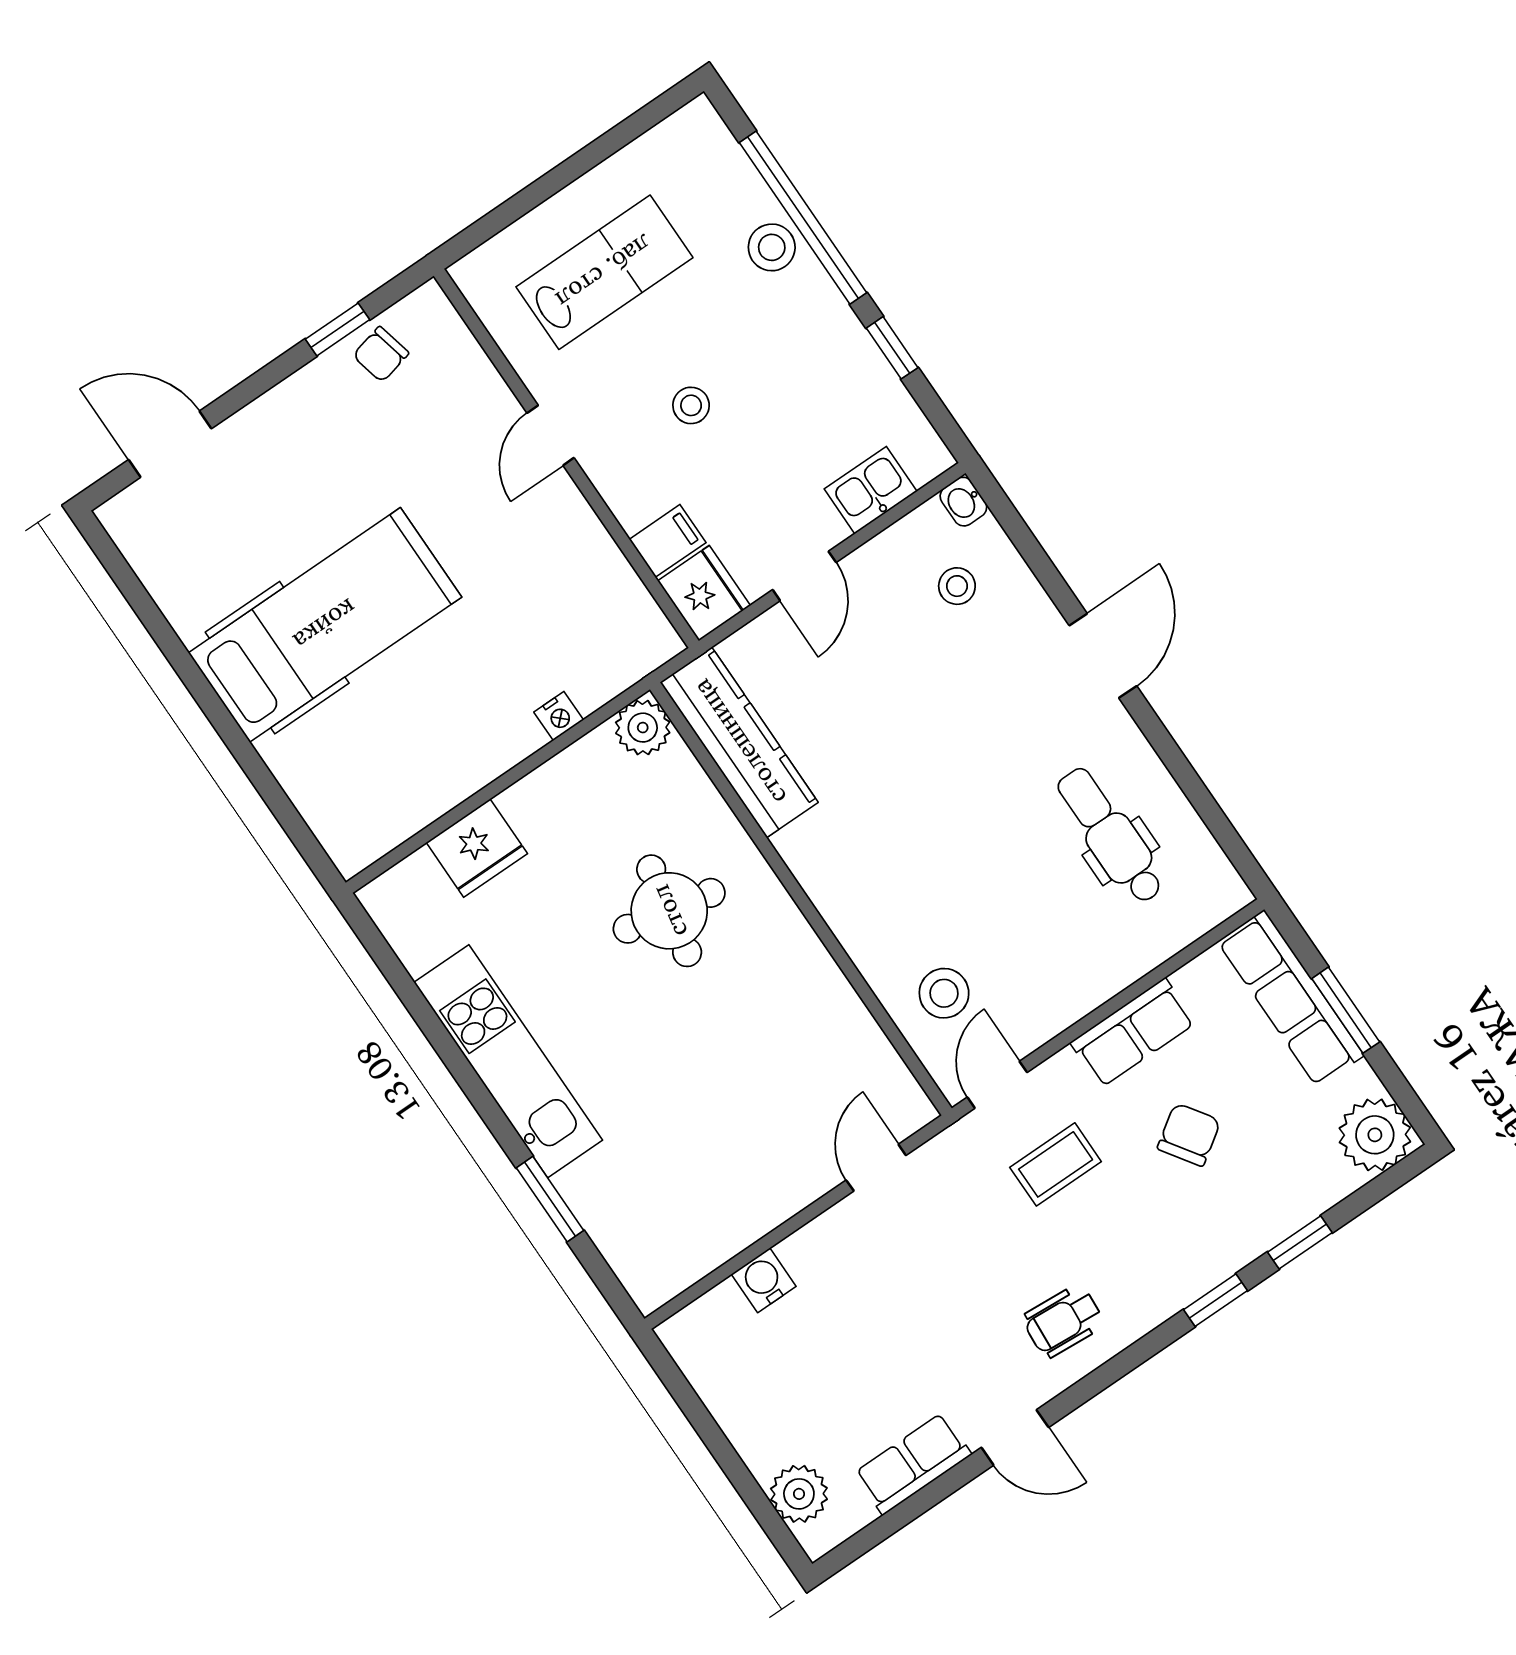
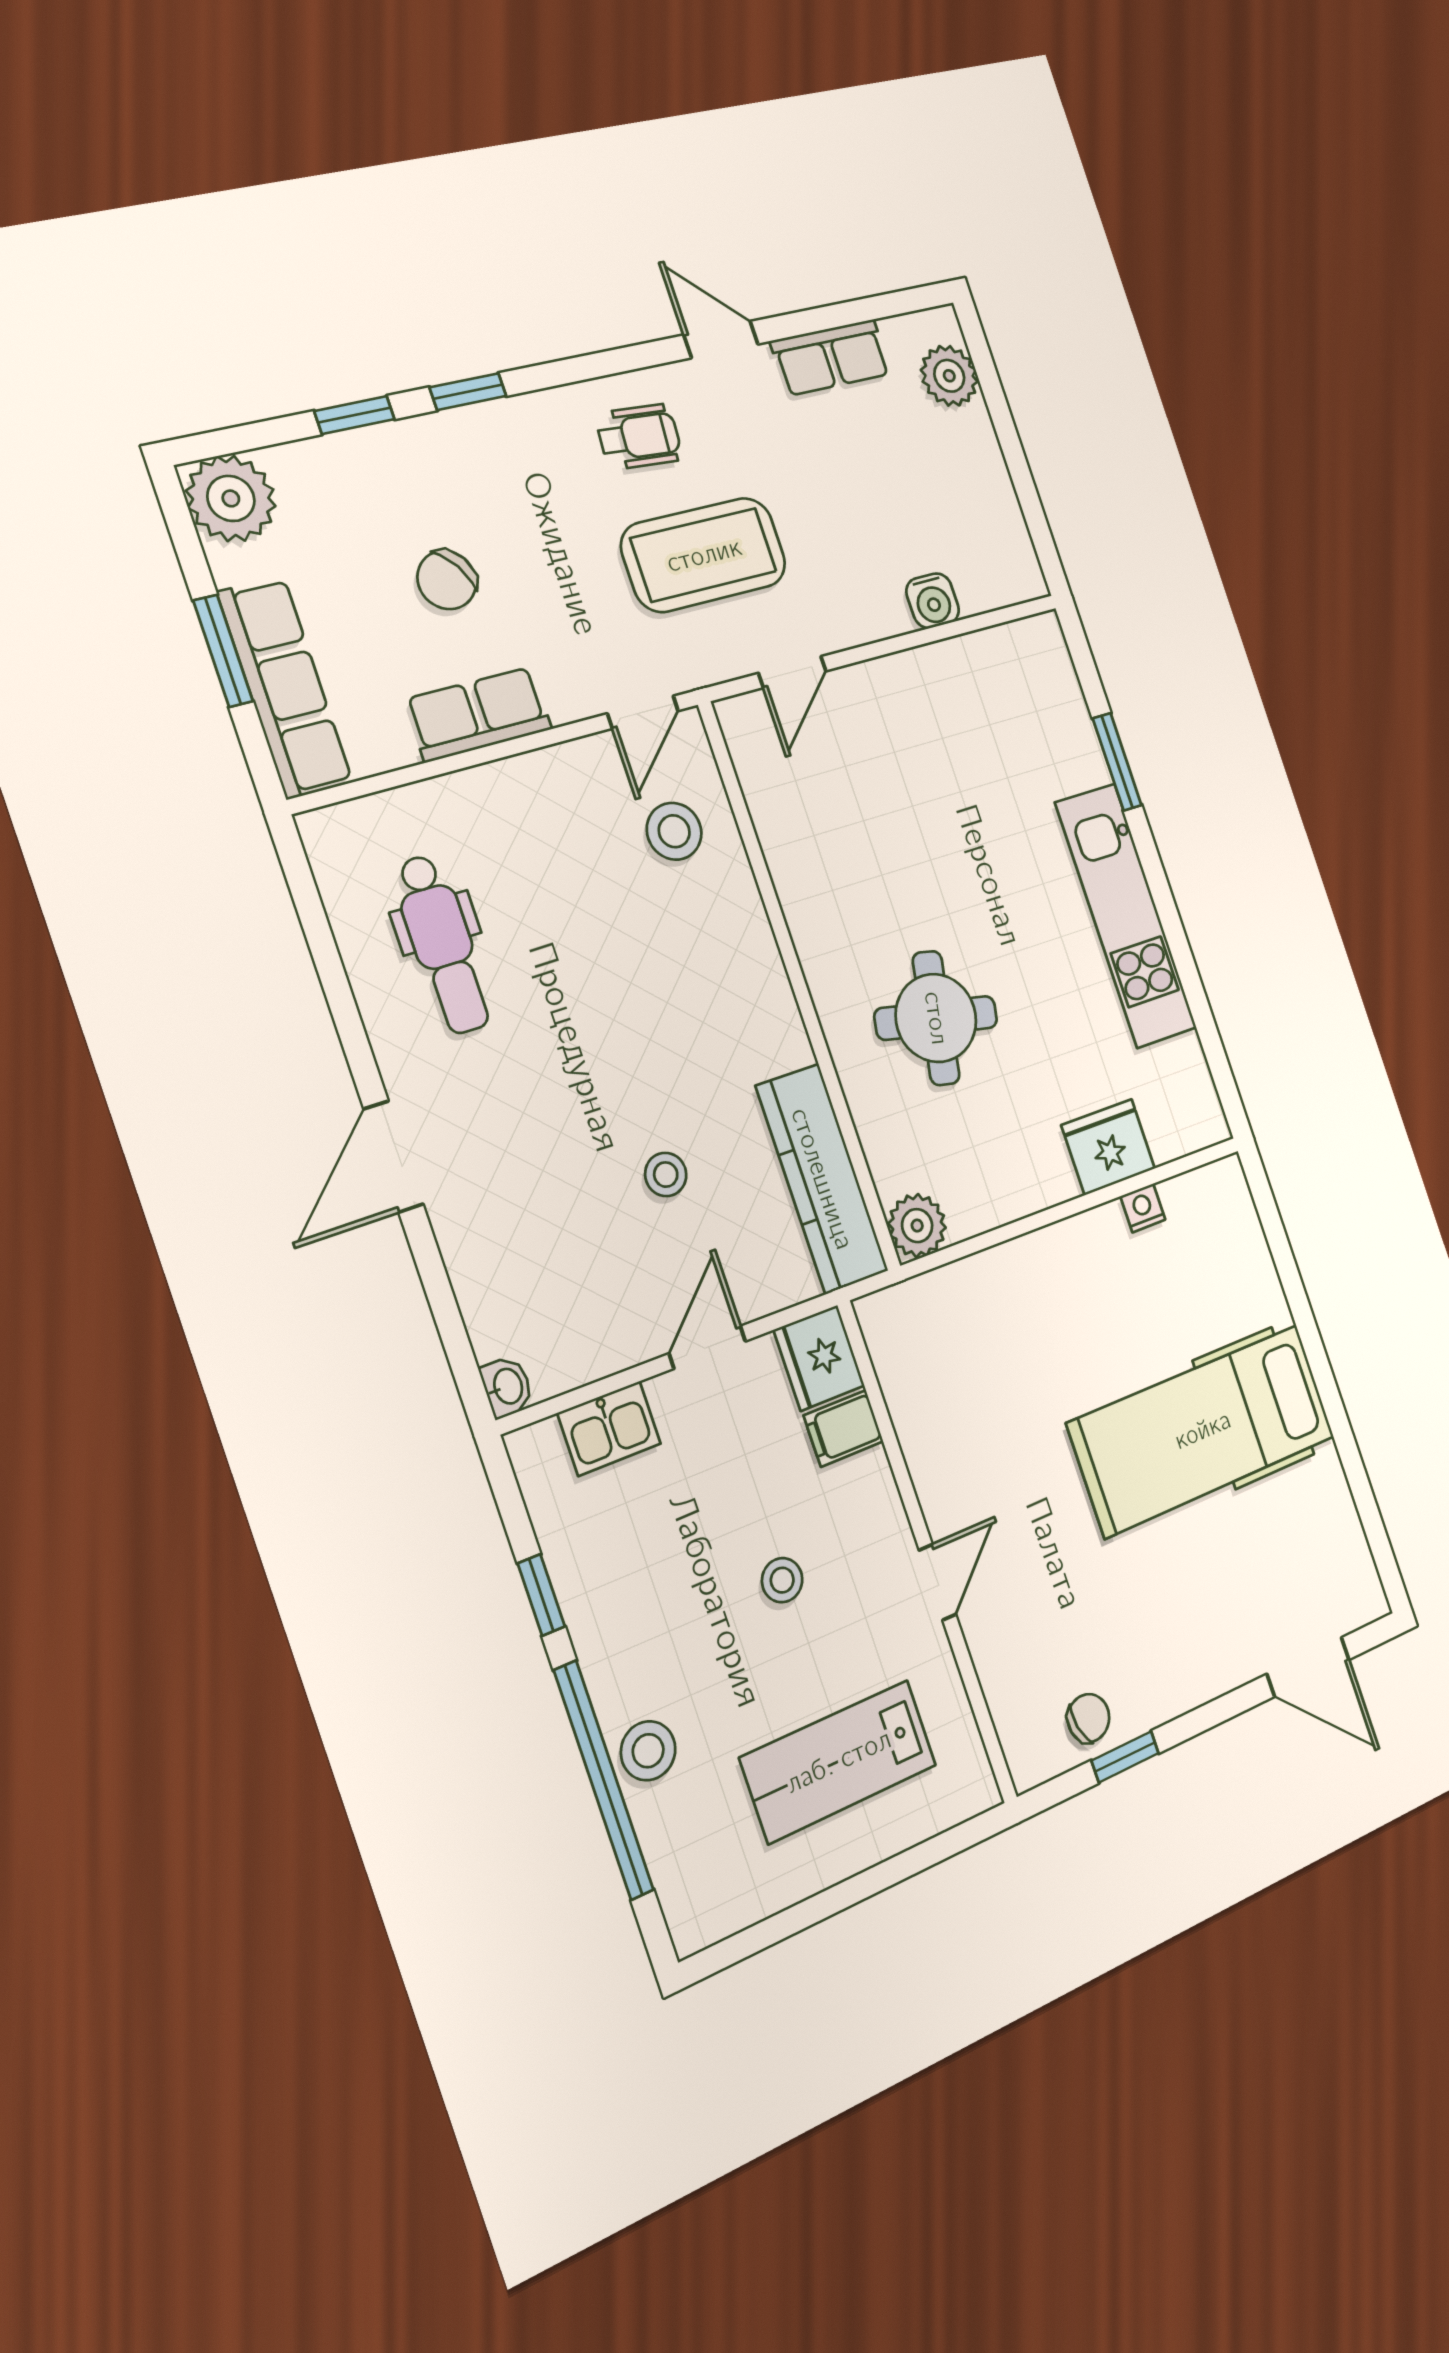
stool: (957, 586) -> (666, 1174), moved
nightstand: (559, 716) -> (1143, 1208), moved
coffee table: (1056, 1164) -> (704, 555), moved, width x1.86, depth x1.72

